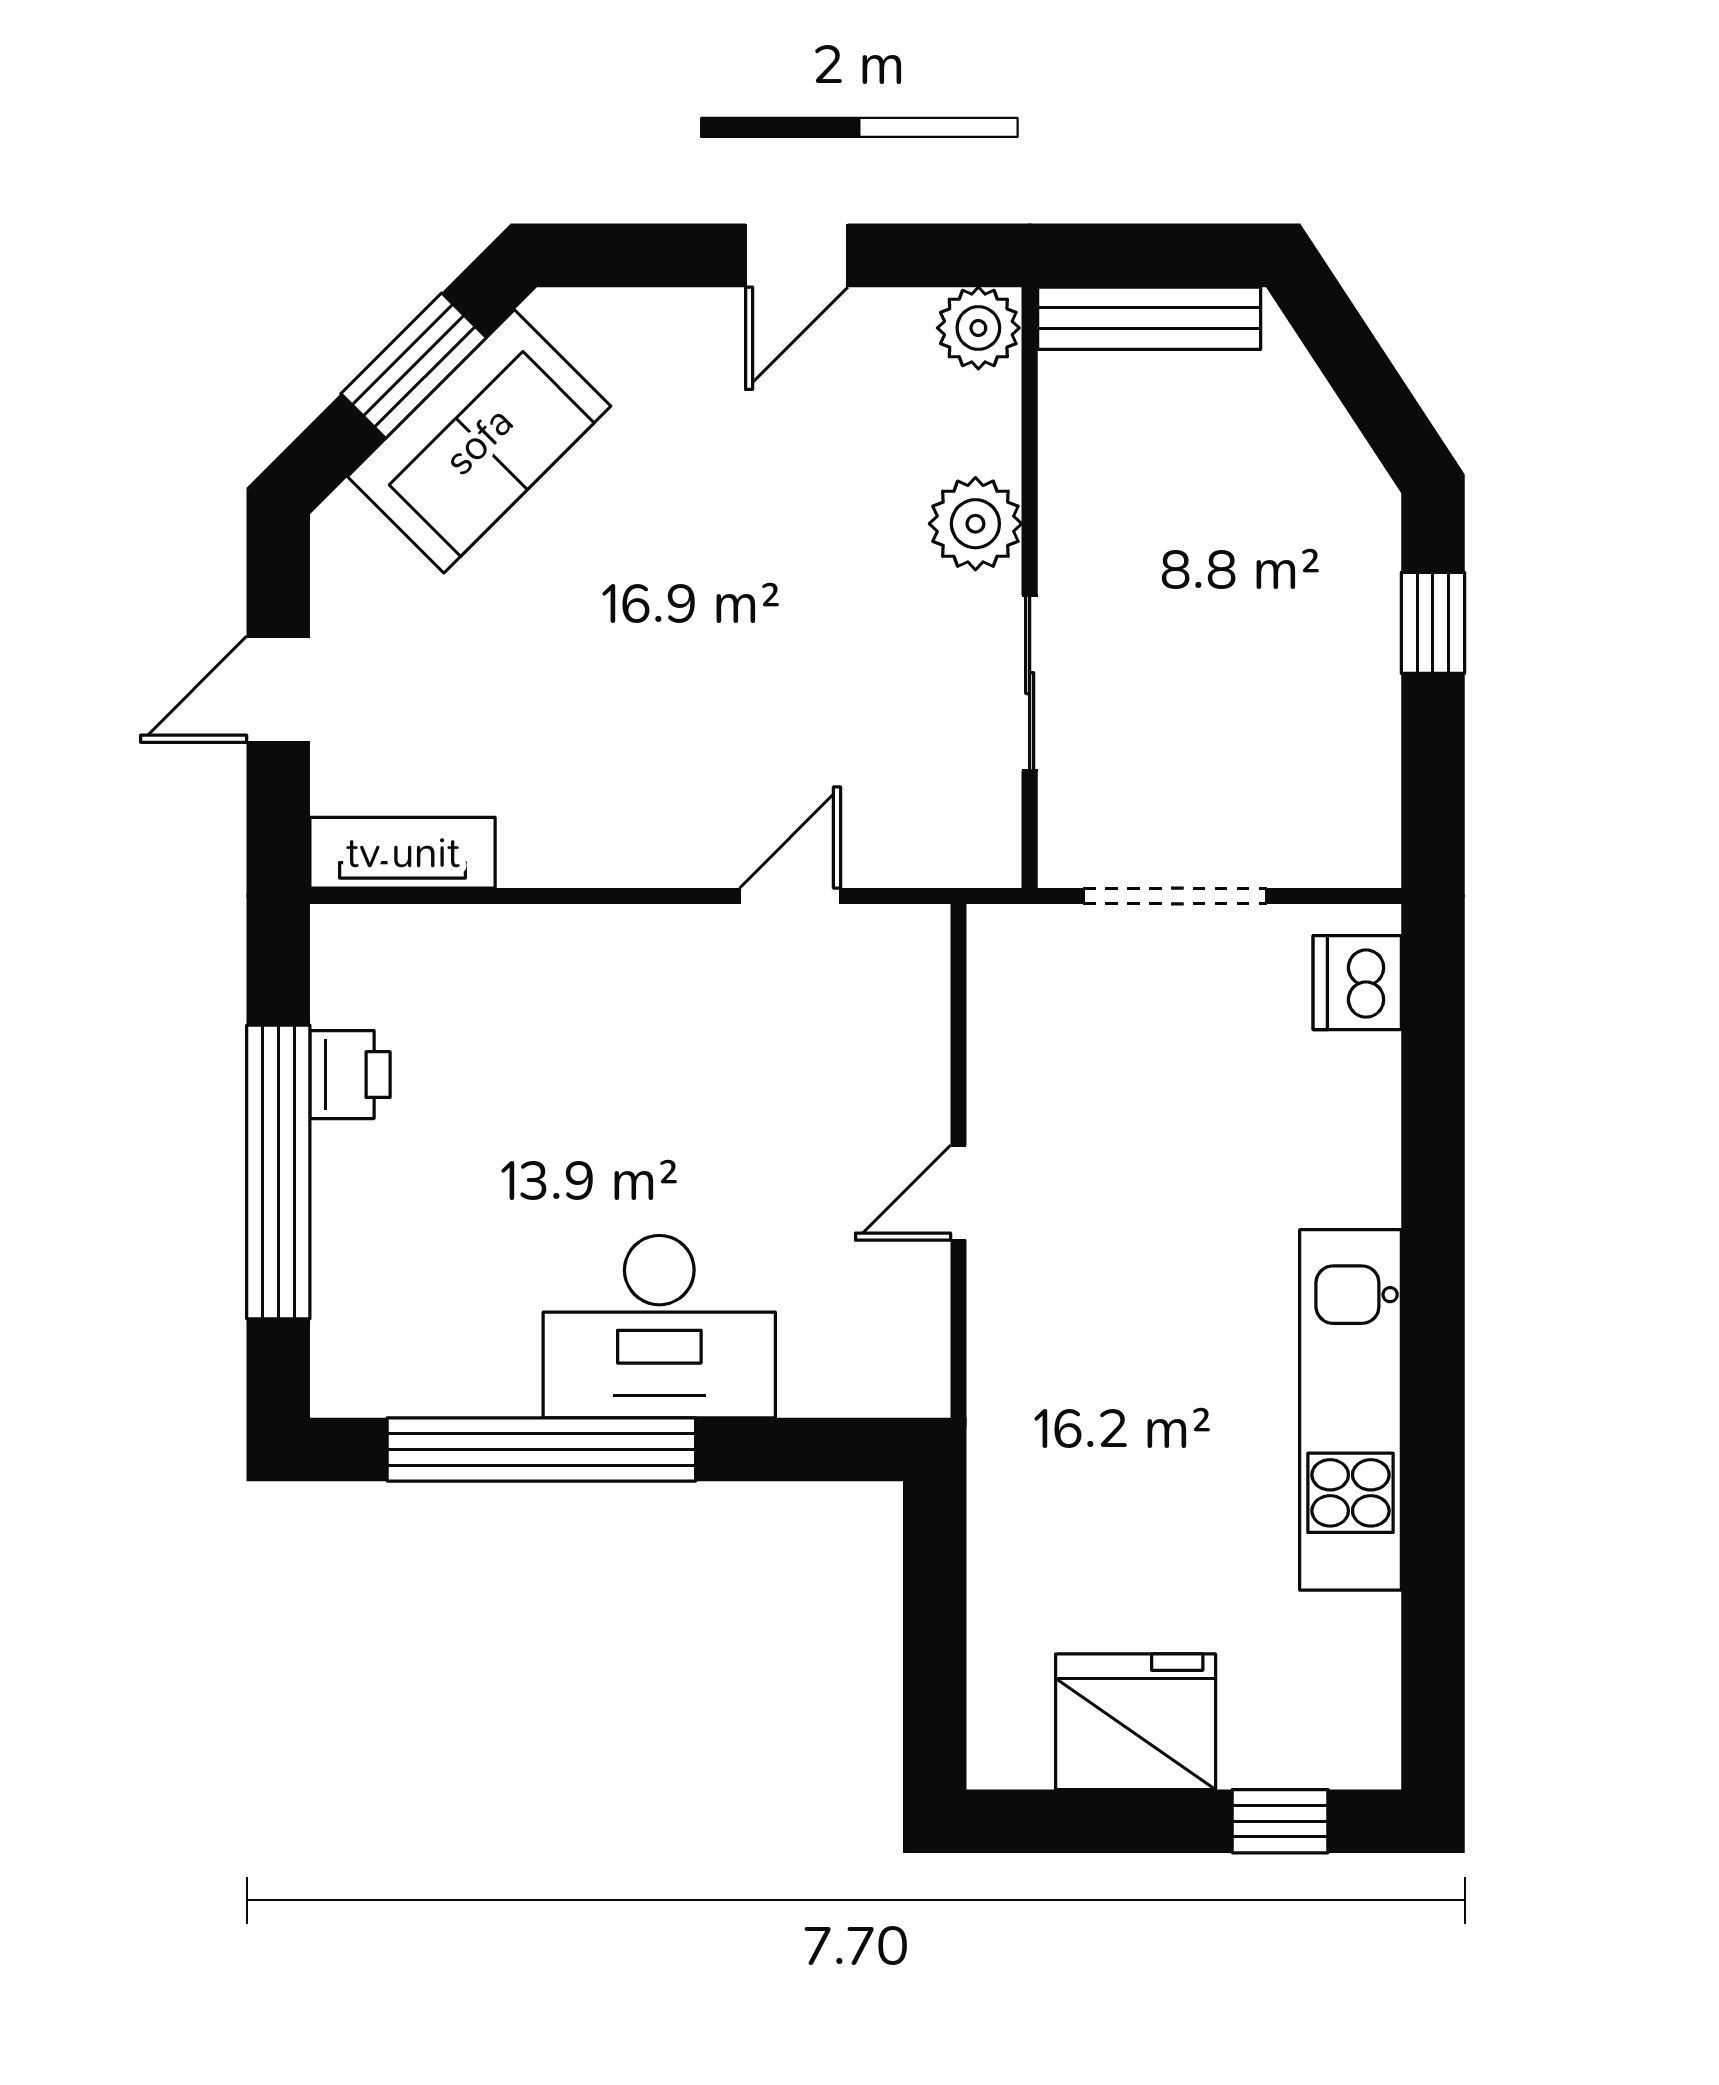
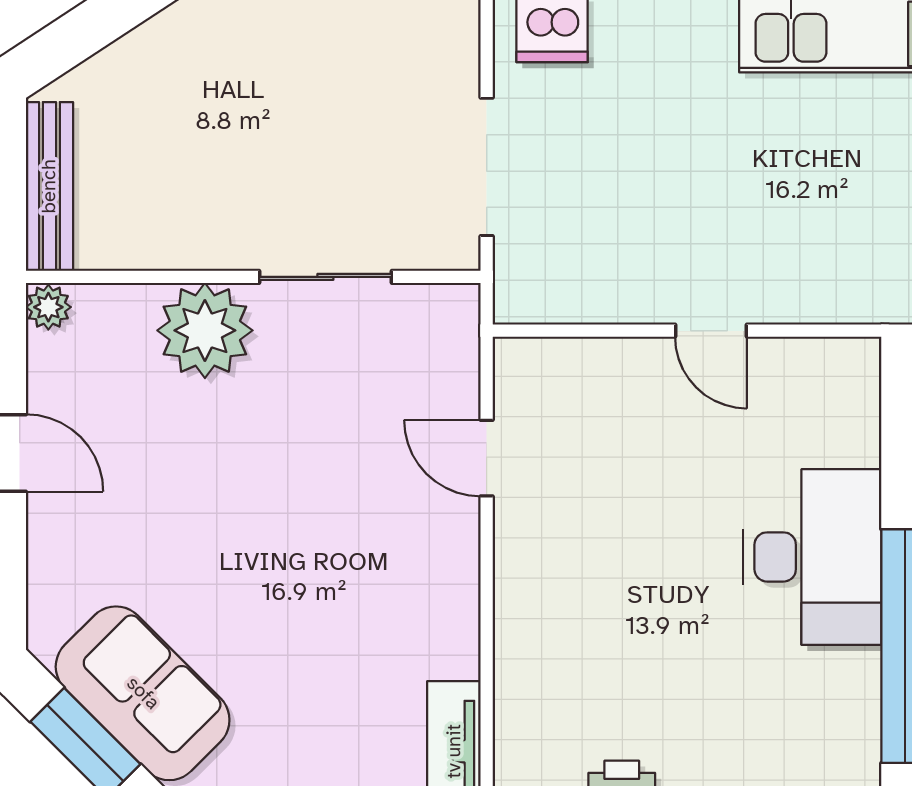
plant: (978, 328) -> (48, 307), width x0.73, depth x0.73
plant: (975, 524) -> (205, 330), width x1.36, depth x1.36

